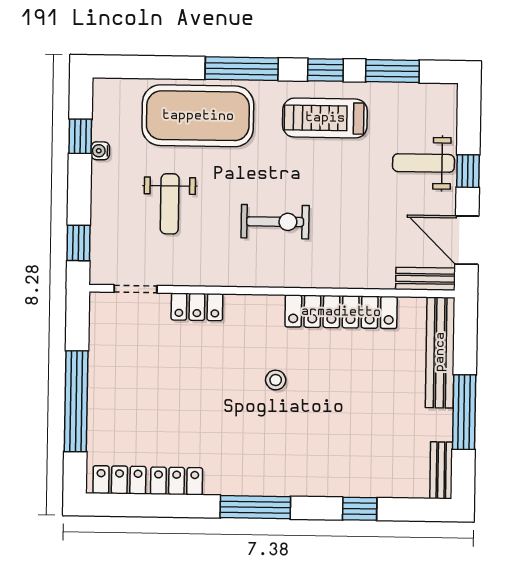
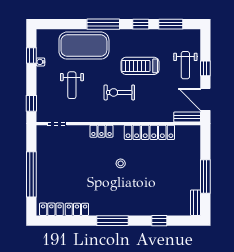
treadmill: (325, 118) -> (140, 66), moved
weight bench: (423, 163) -> (185, 65), turned -90
exercise bike: (275, 222) -> (119, 92), turned 180
locker: (197, 307) -> (101, 131), moved
bench: (440, 352) -> (194, 150), removed

